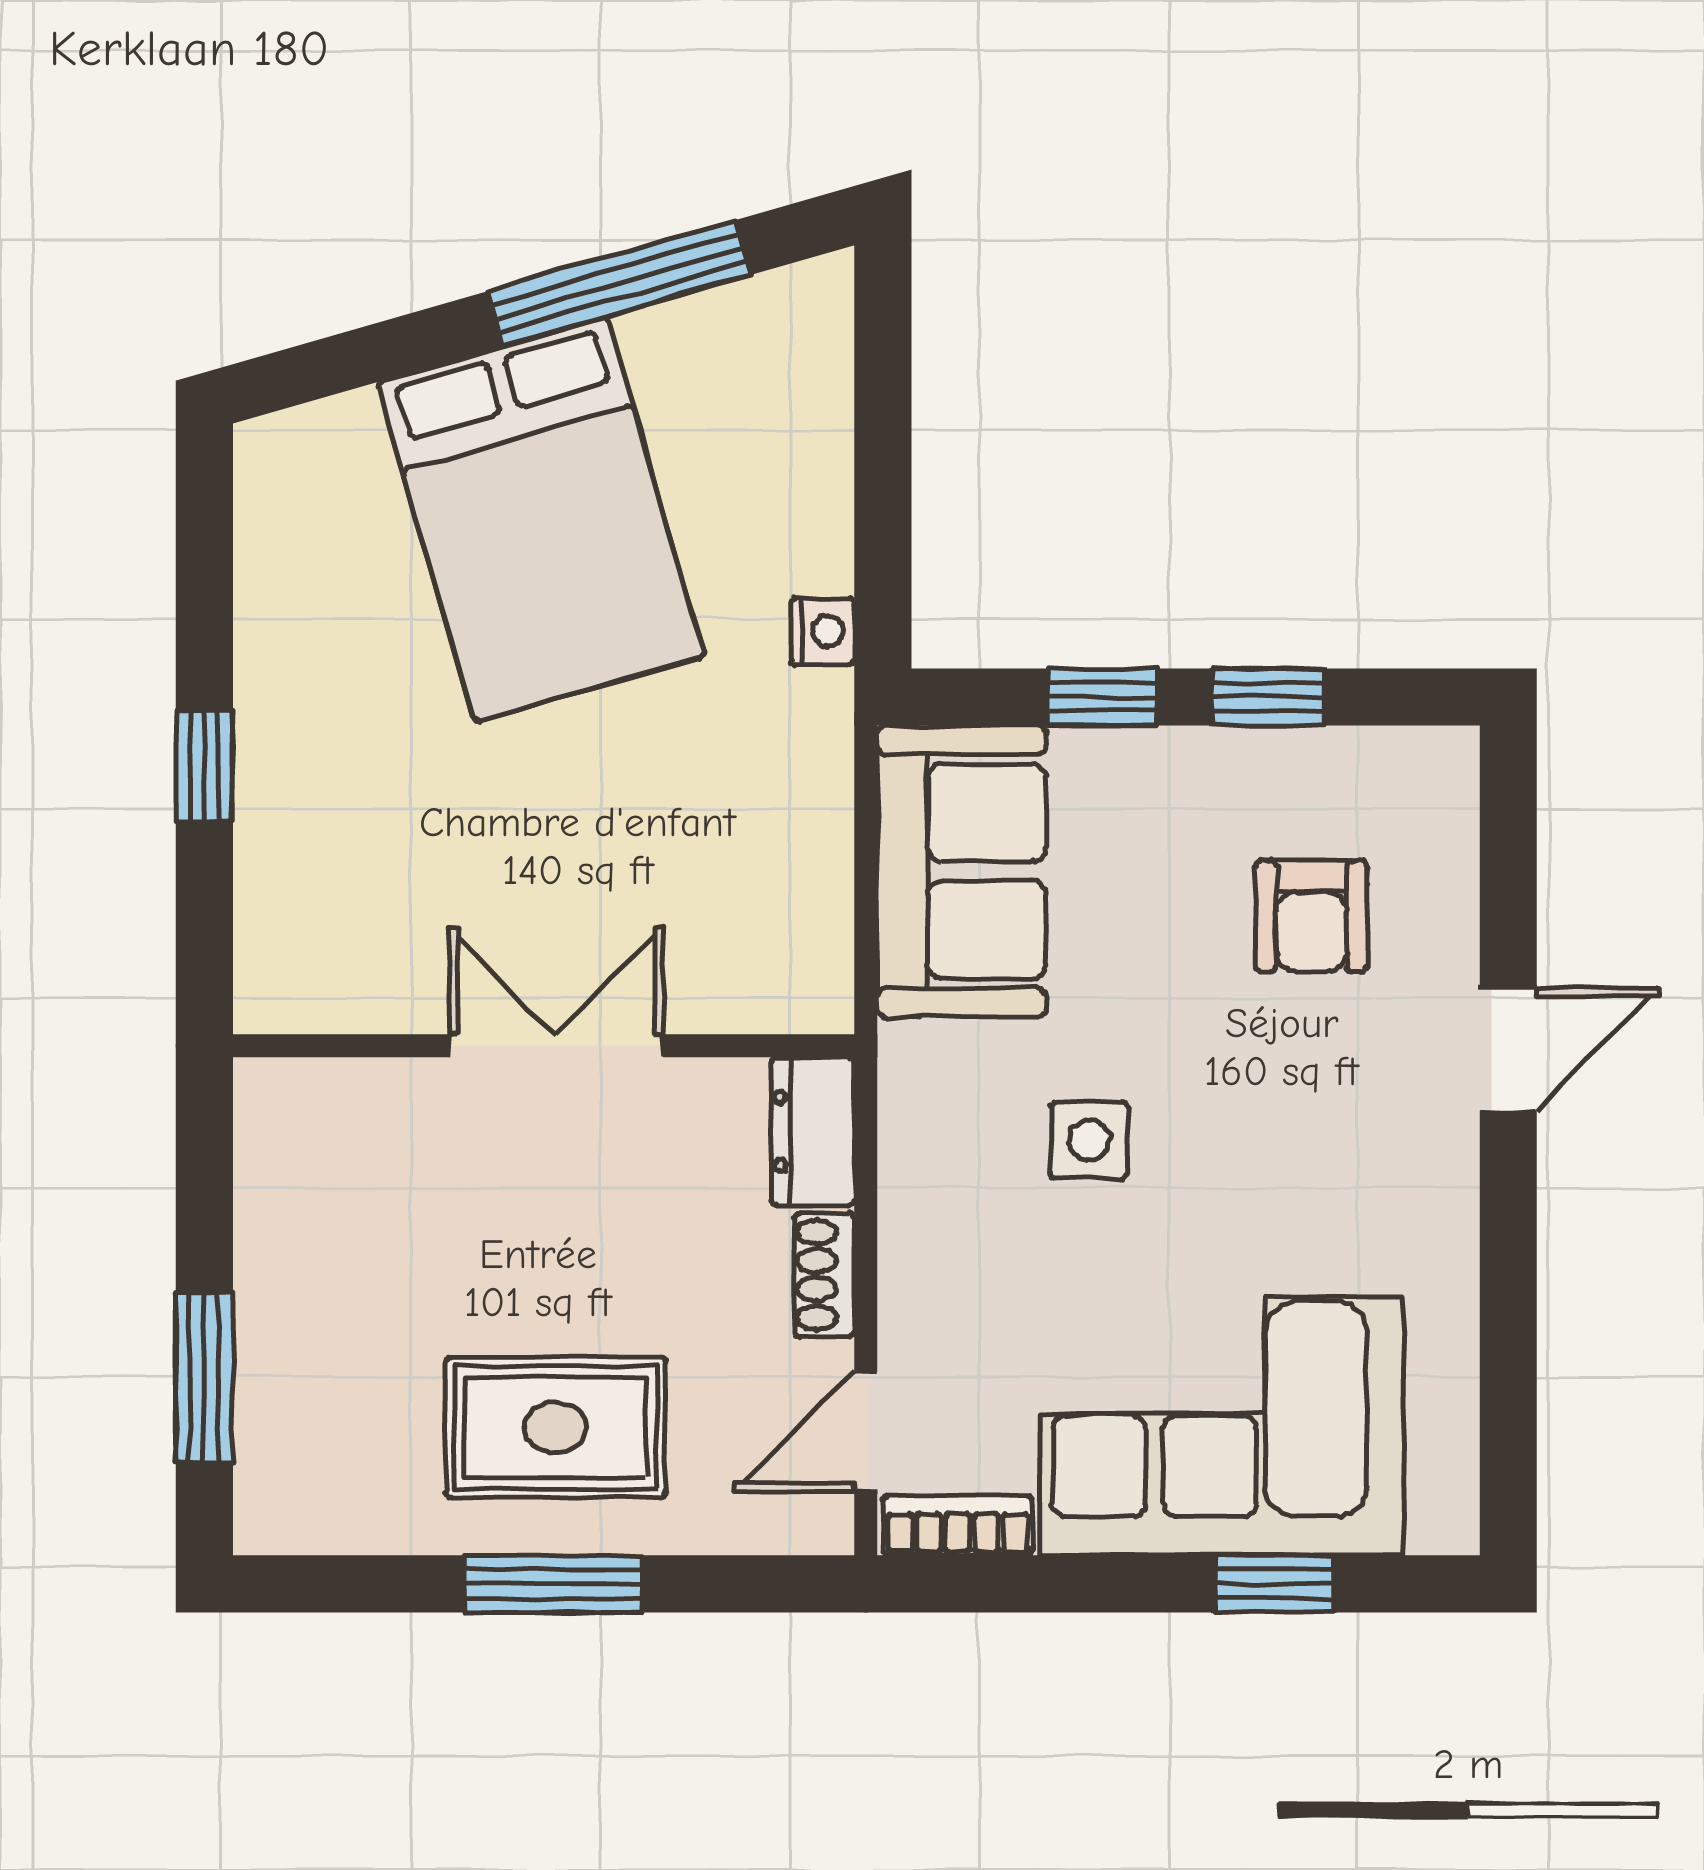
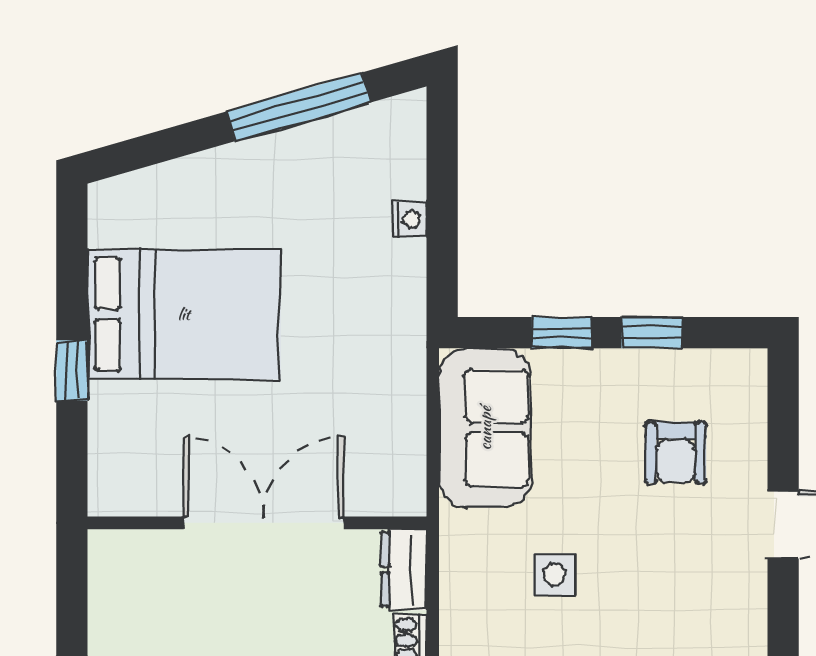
bed: (541, 519) -> (184, 314), moved, turned -74
nightstand: (823, 631) -> (409, 219), moved
double door: (556, 1046) -> (264, 523), width x1.37

